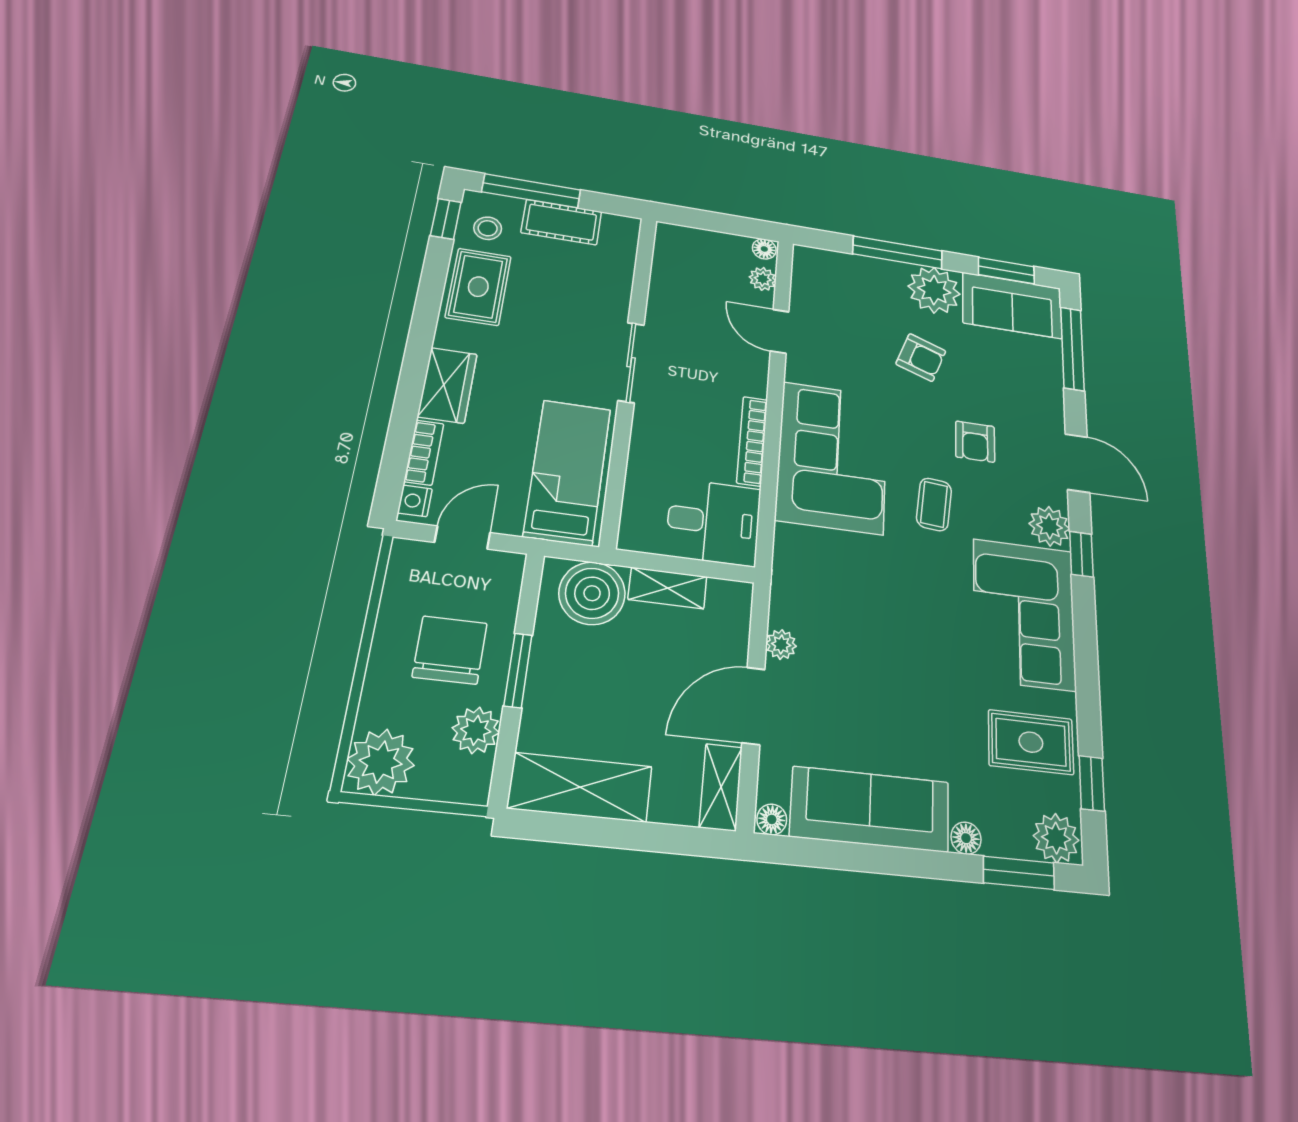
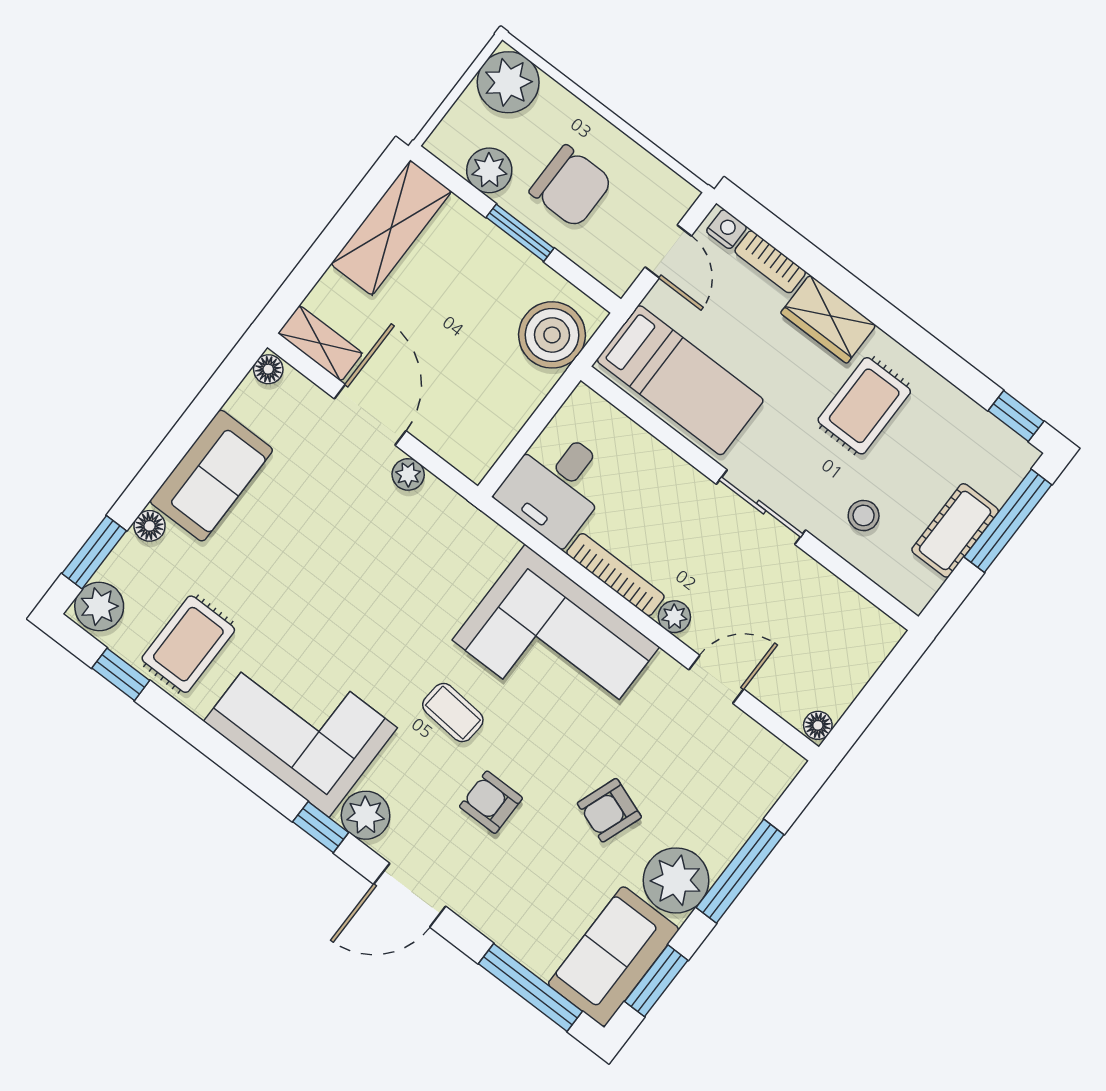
stool: (488, 228) -> (864, 515), moved
plant: (763, 279) -> (674, 617), moved
rug: (478, 287) -> (864, 406), moved, turned 90
shelving: (668, 588) -> (518, 405), removed
sofa: (870, 809) -> (211, 476), width x0.73

